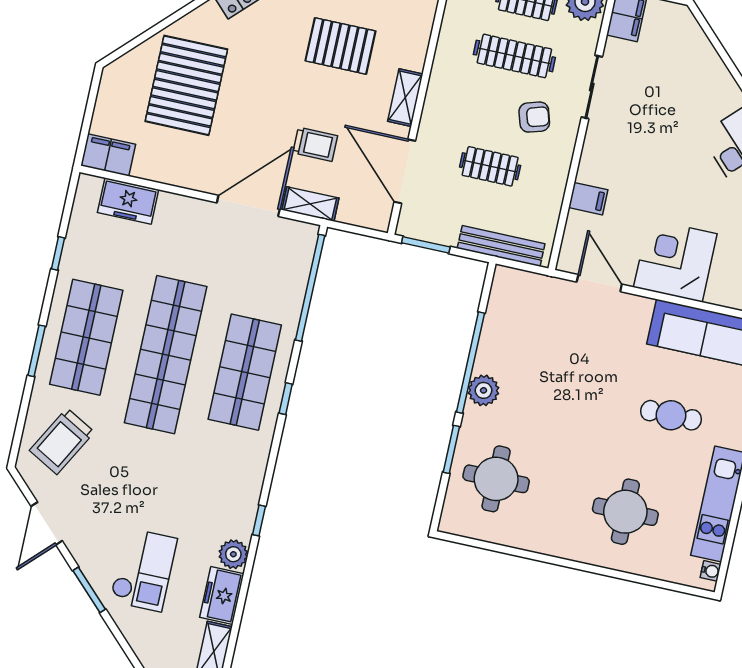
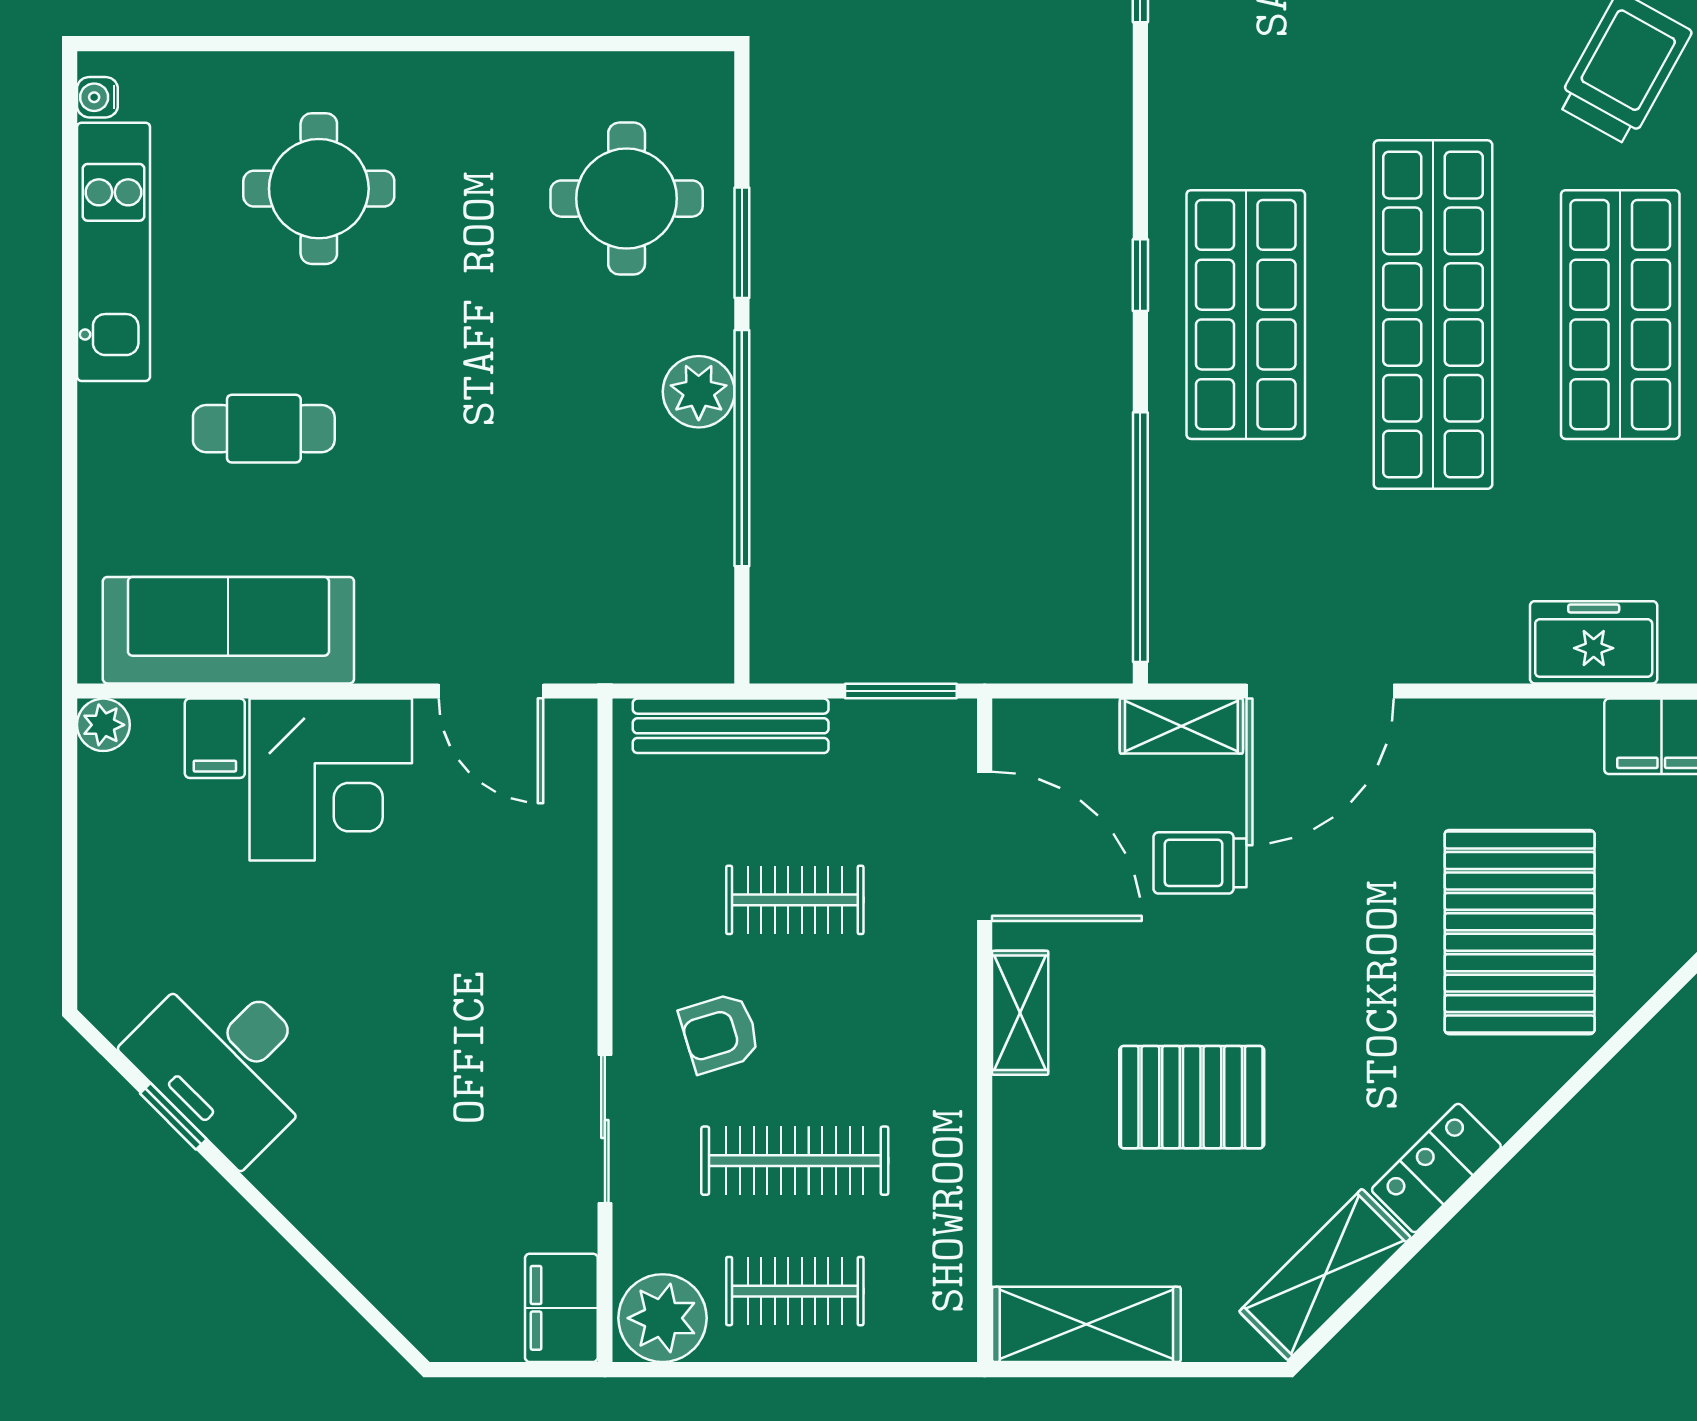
filing cabinet: (588, 199) -> (215, 738), moved, turned -90

